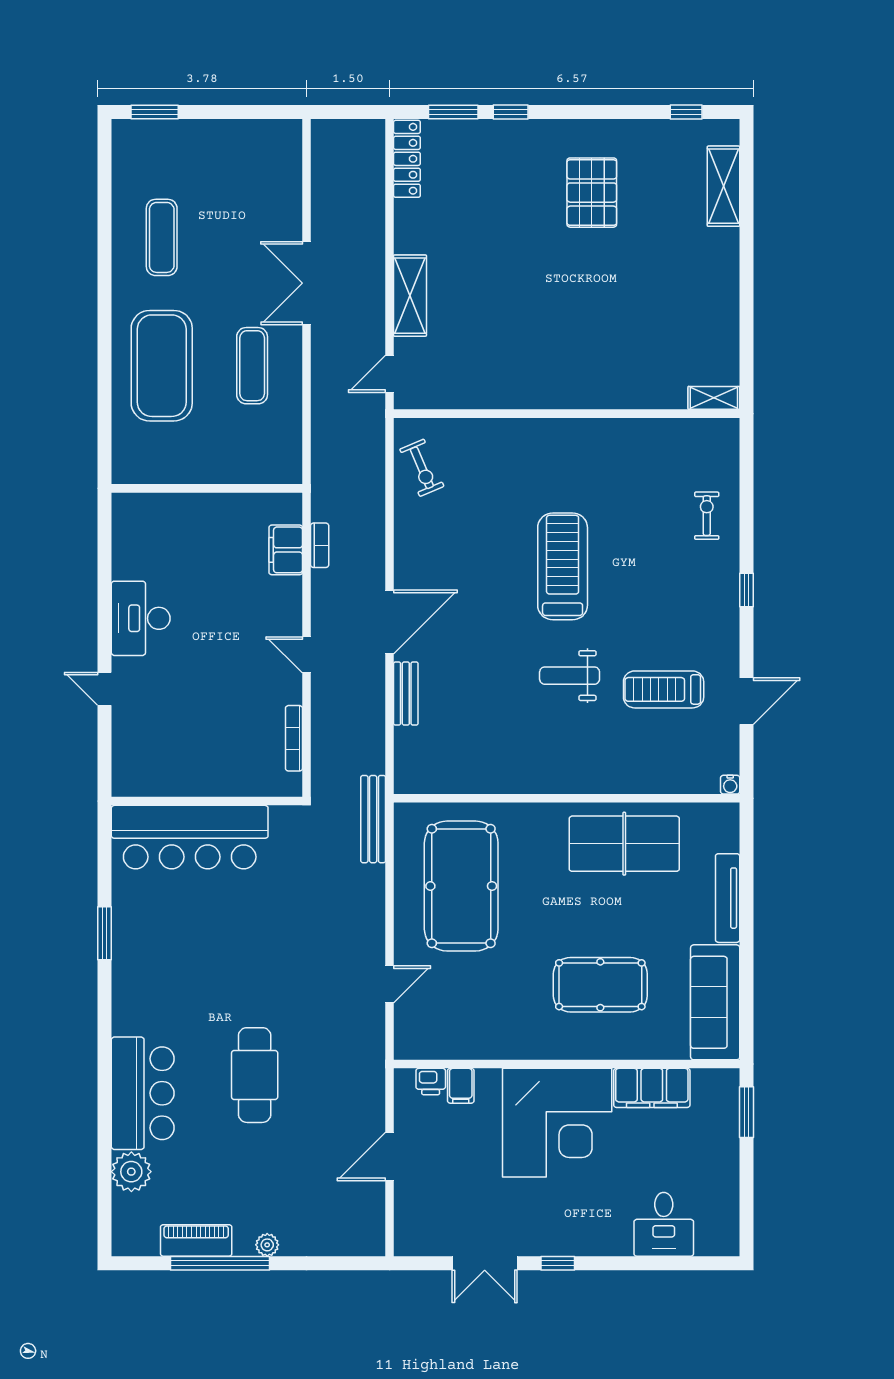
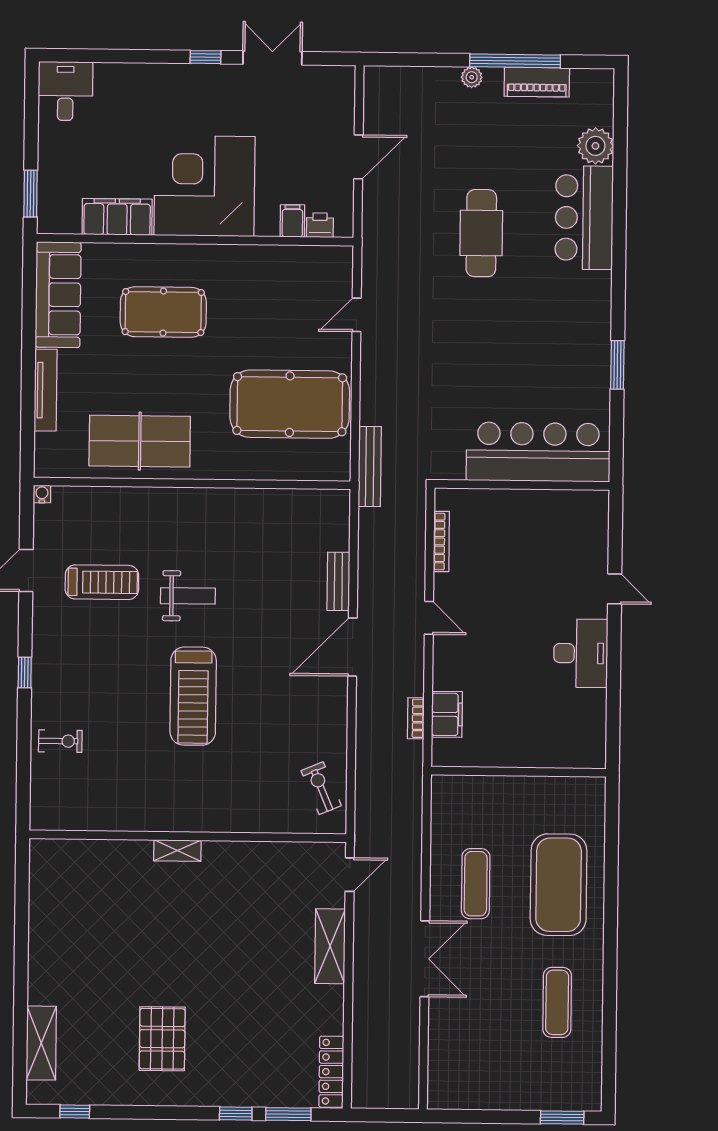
shelving: (714, 398) -> (177, 851), moved
exercise bike: (707, 516) -> (60, 741), turned -90
pool table: (461, 886) -> (290, 404), turned 90
desk: (664, 1224) -> (65, 91), moved

